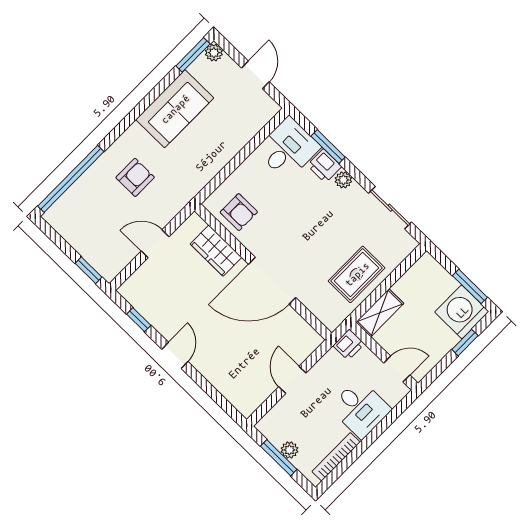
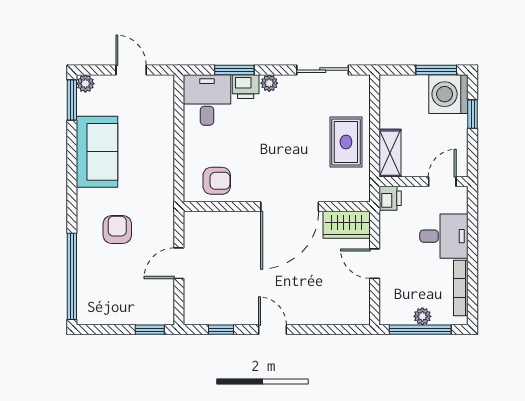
wardrobe: (216, 251) -> (347, 225), moved
window: (279, 458) -> (420, 330), width x1.44

